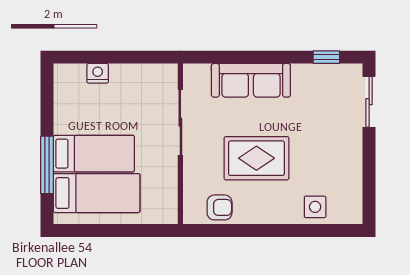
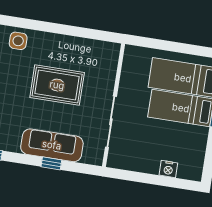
window: (248, 57) -> (51, 163), added
armchair: (220, 207) -> (91, 52), removed

